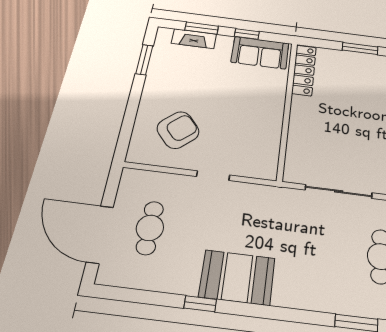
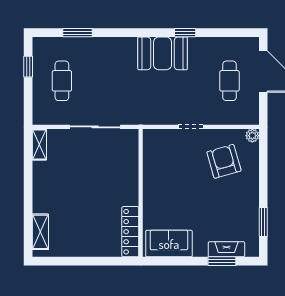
window: (247, 34) -> (183, 261), removed
window: (360, 49) -> (84, 261), removed
armchair: (178, 130) -> (224, 161), turned 115
plant: (135, 155) -> (252, 136), added

